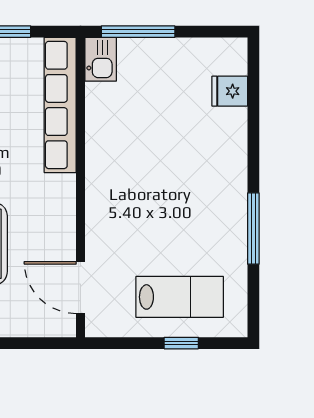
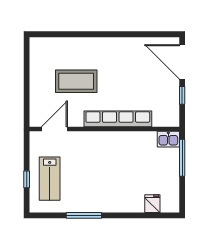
row of seats: (60, 105) -> (118, 119), moved

